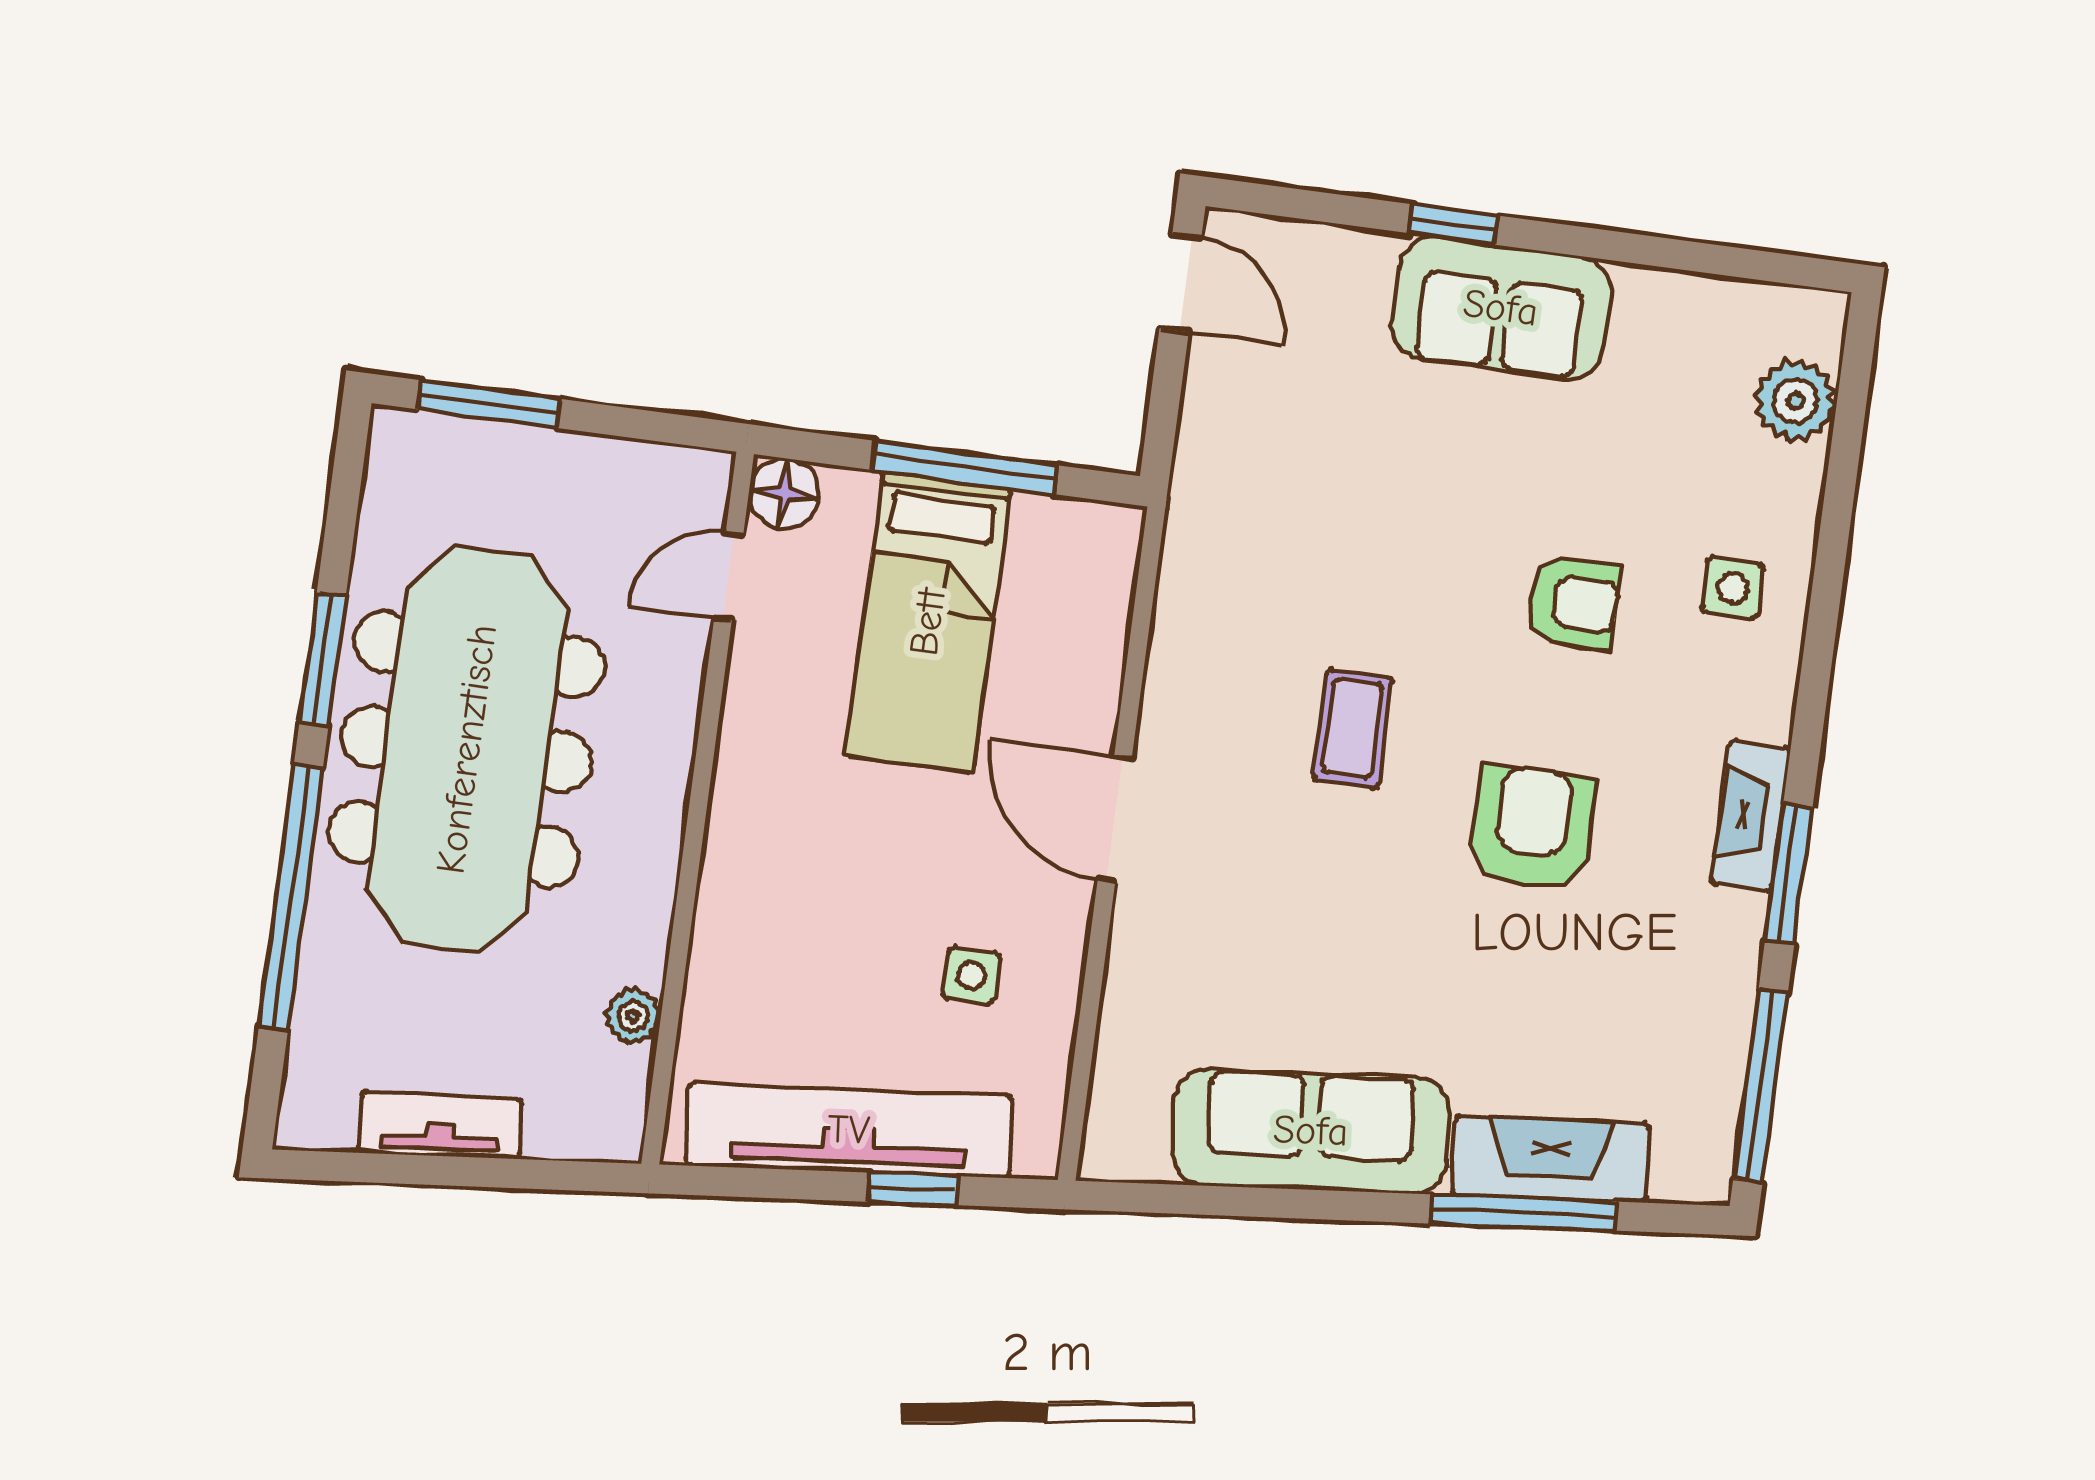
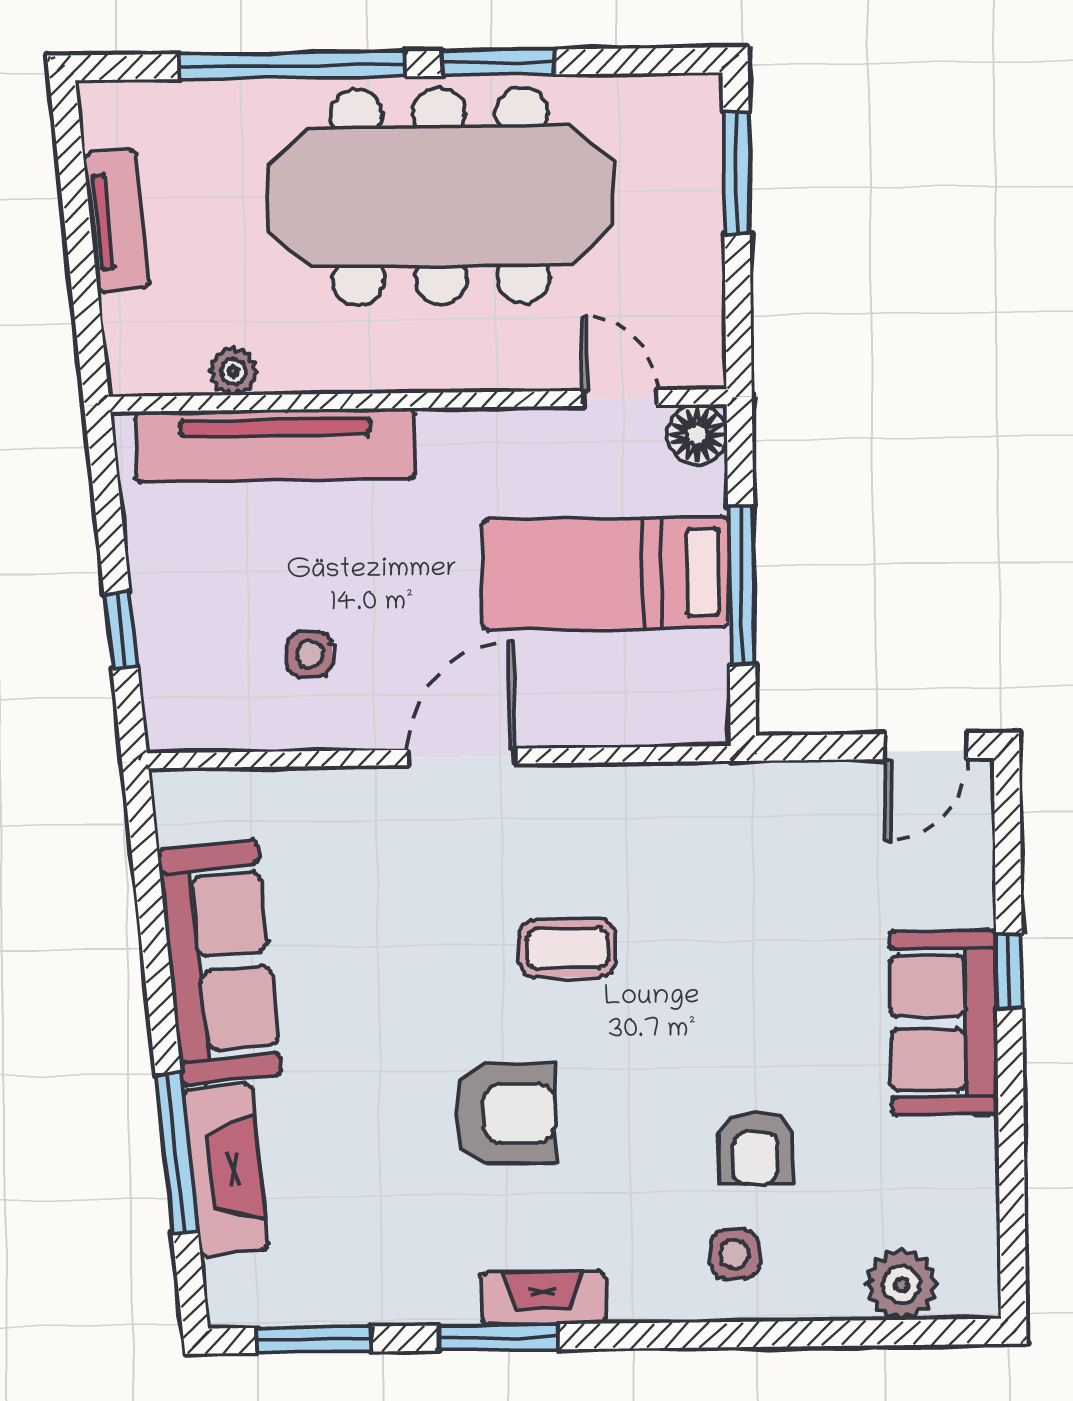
armchair: (1574, 603) -> (755, 1148), moved
window: (1760, 1086) -> (314, 1340), width x0.69
tv unit: (849, 1130) -> (275, 445), moved, turned 95

